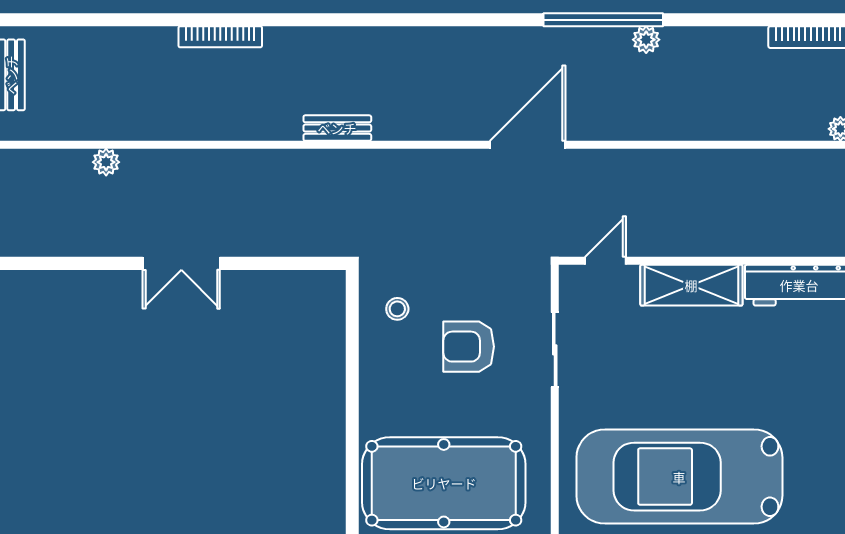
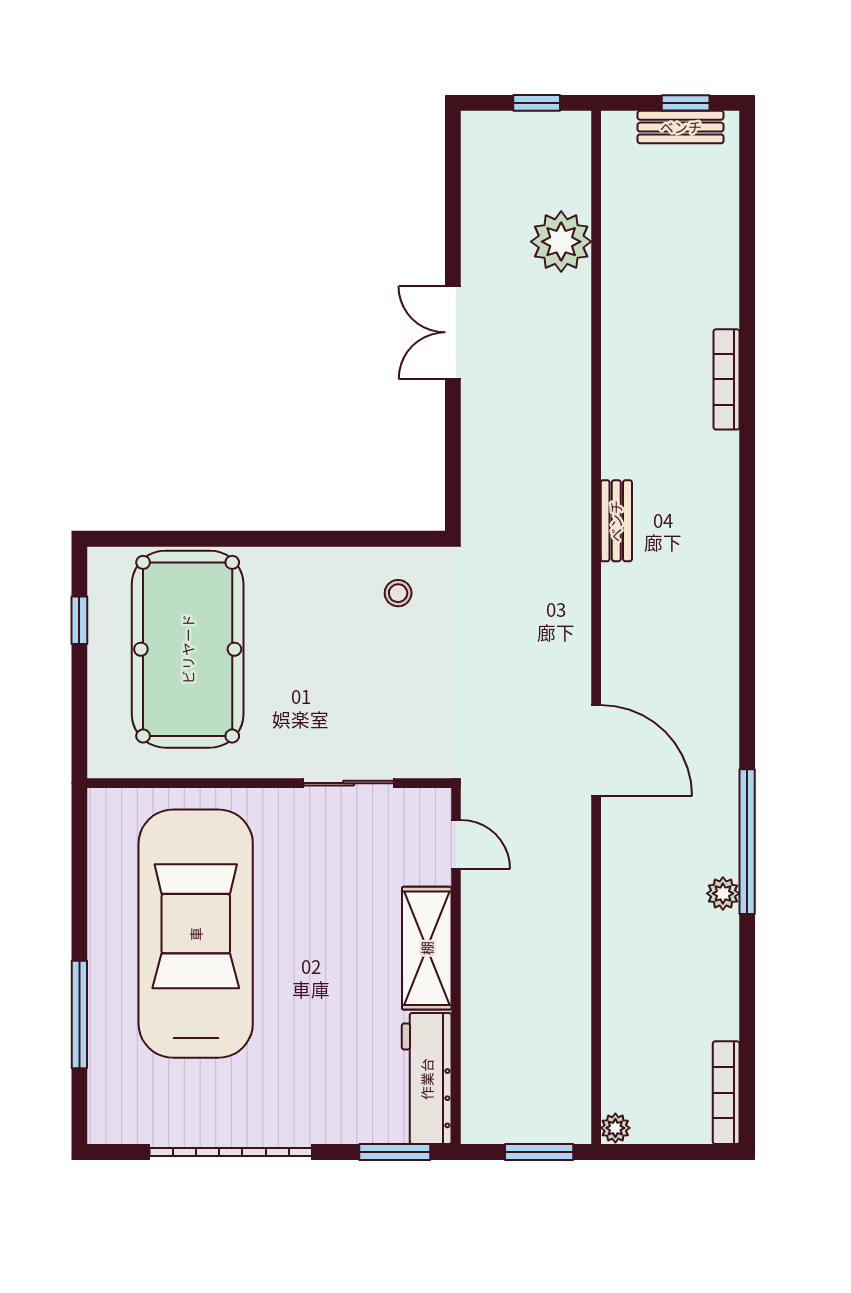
plant: (106, 162) -> (561, 242), width x1.88, depth x1.88
armchair: (469, 347) -> (353, 679), removed

